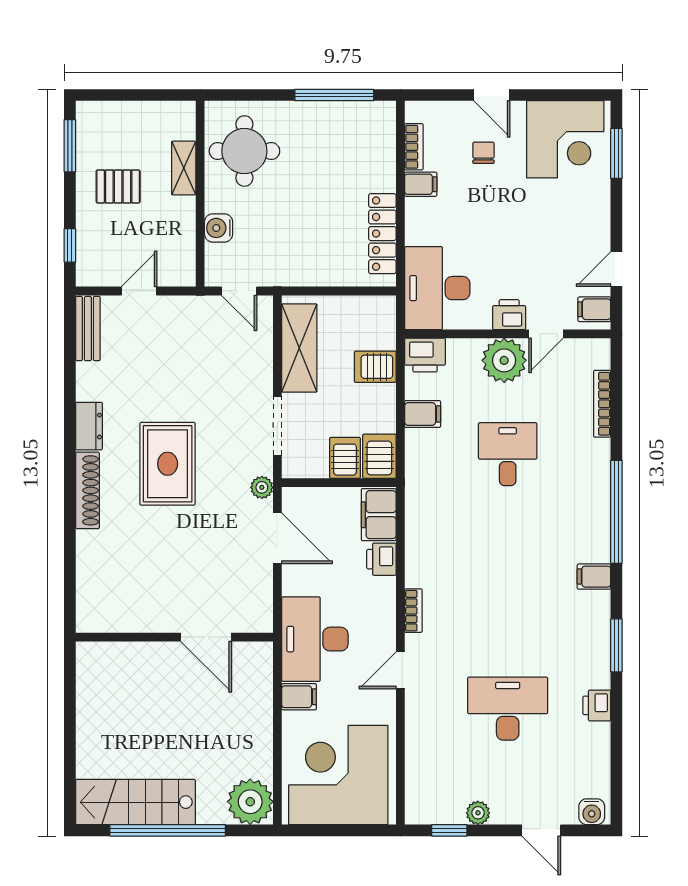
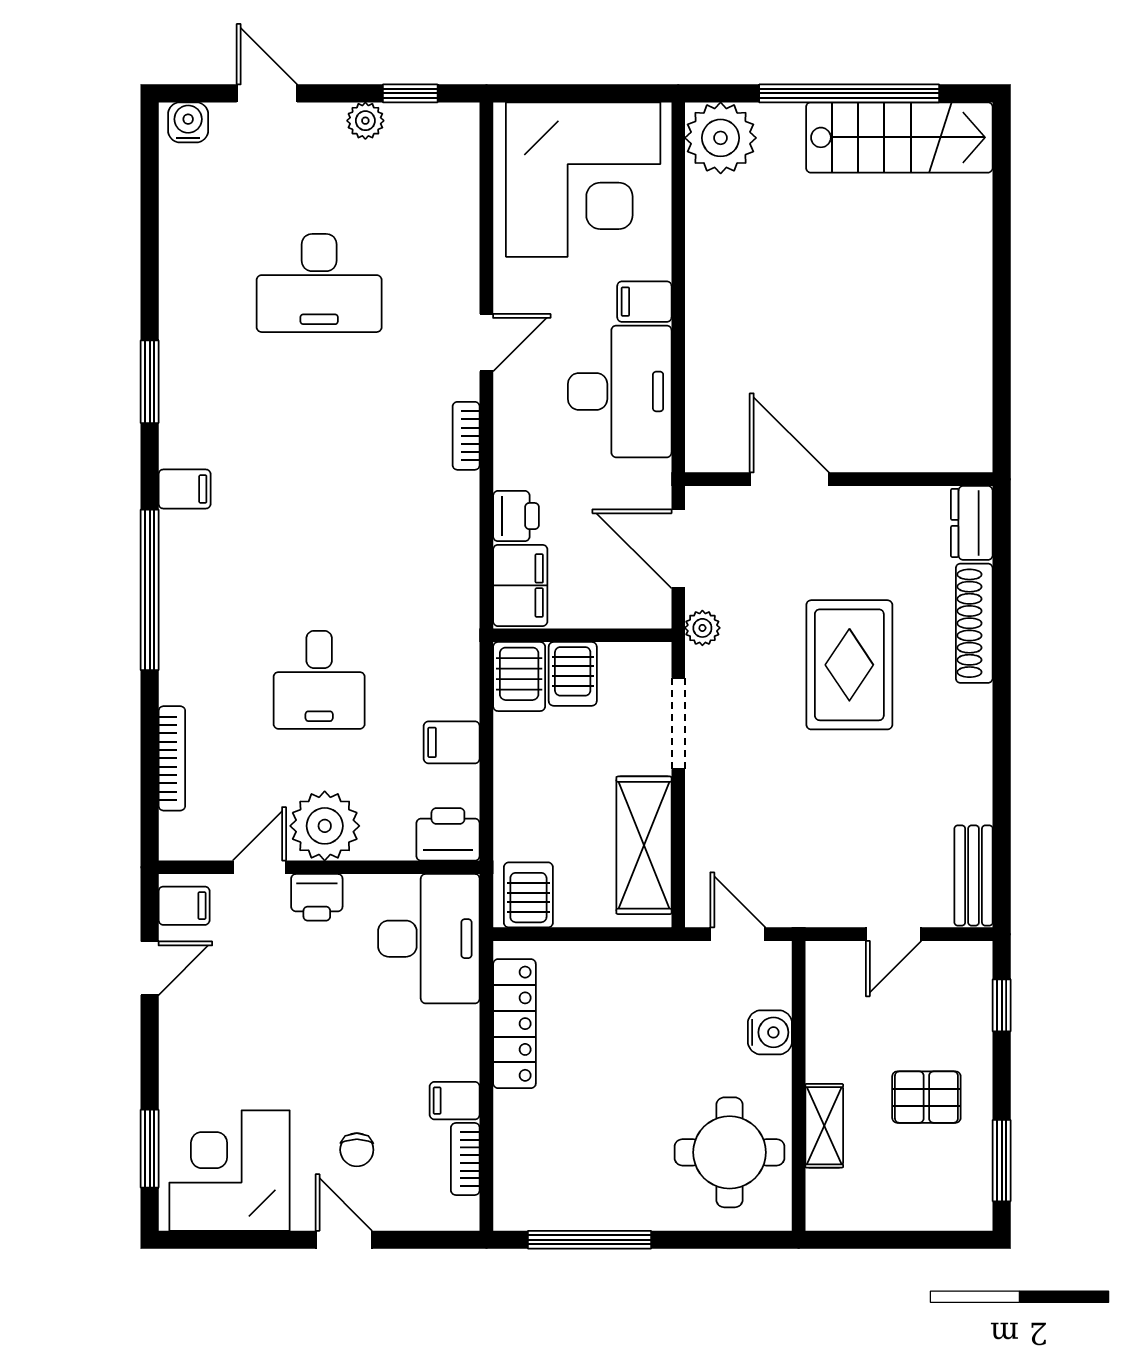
server rack: (375, 367) -> (528, 895), moved, turned -90
dresser: (89, 426) -> (972, 523), moved
wall: (174, 637) -> (839, 479), moved
door: (206, 637) -> (789, 479), moved
printer: (597, 705) -> (180, 288), removed

